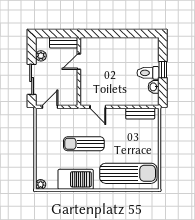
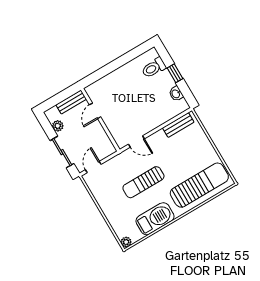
toilet: (148, 73) -> (154, 68), moved

